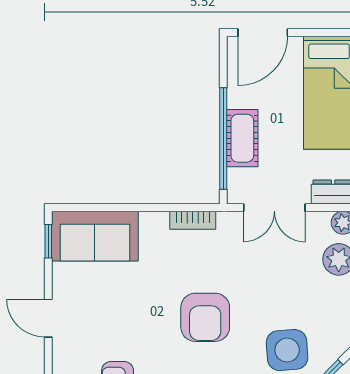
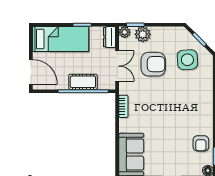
armchair: (205, 317) -> (153, 64), moved

